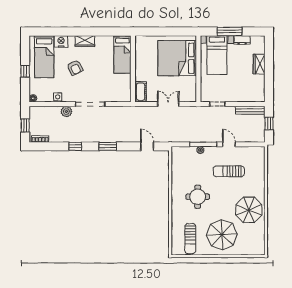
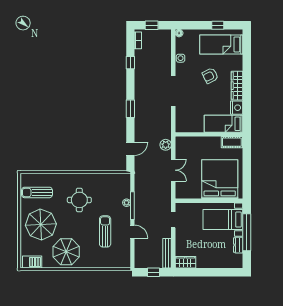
window: (230, 31) -> (247, 232), width x1.46
nightstand: (61, 41) -> (237, 108), moved
wardrobe: (85, 41) -> (237, 86), width x1.50
wardrobe: (259, 64) -> (185, 262), moved
window: (25, 71) -> (218, 25), moved
cot: (141, 92) -> (232, 142), moved
plant: (66, 112) -> (166, 145), moved
door: (229, 144) -> (132, 232), hinge flipped
window: (75, 146) -> (130, 63), moved
barbecue: (259, 243) -> (32, 262), added

